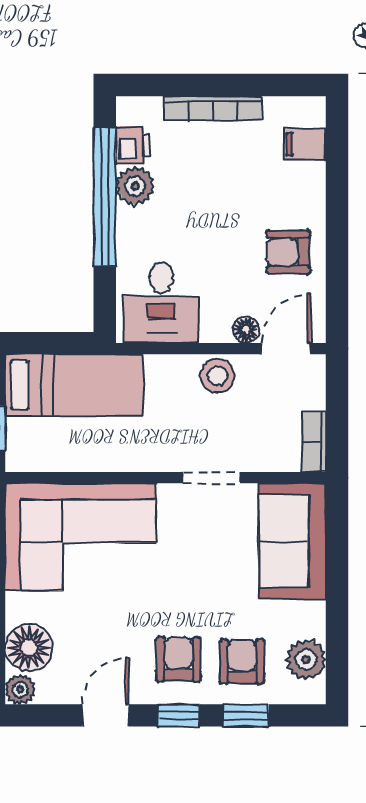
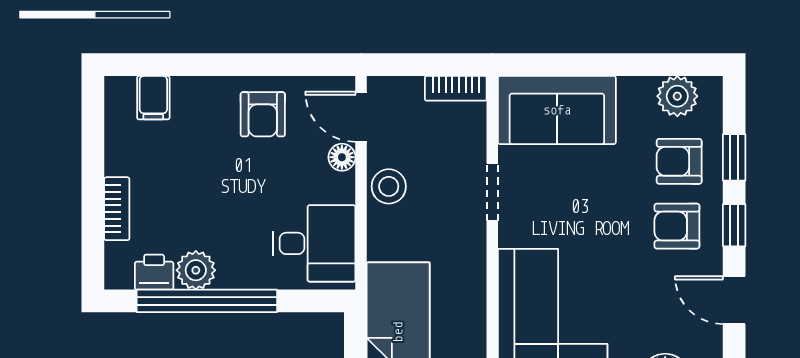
bookcase: (213, 108) -> (117, 209), width x0.64

